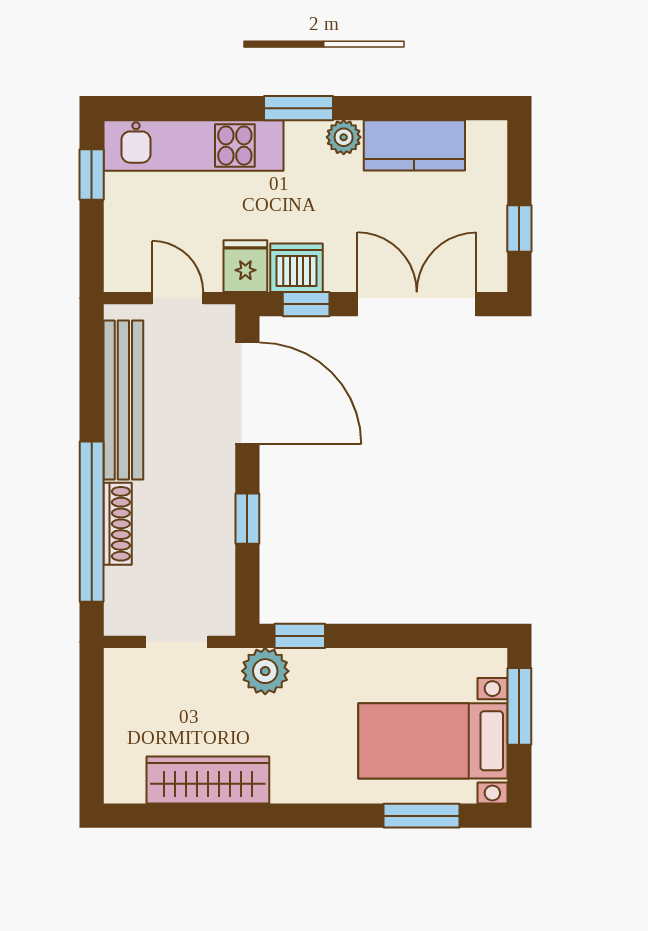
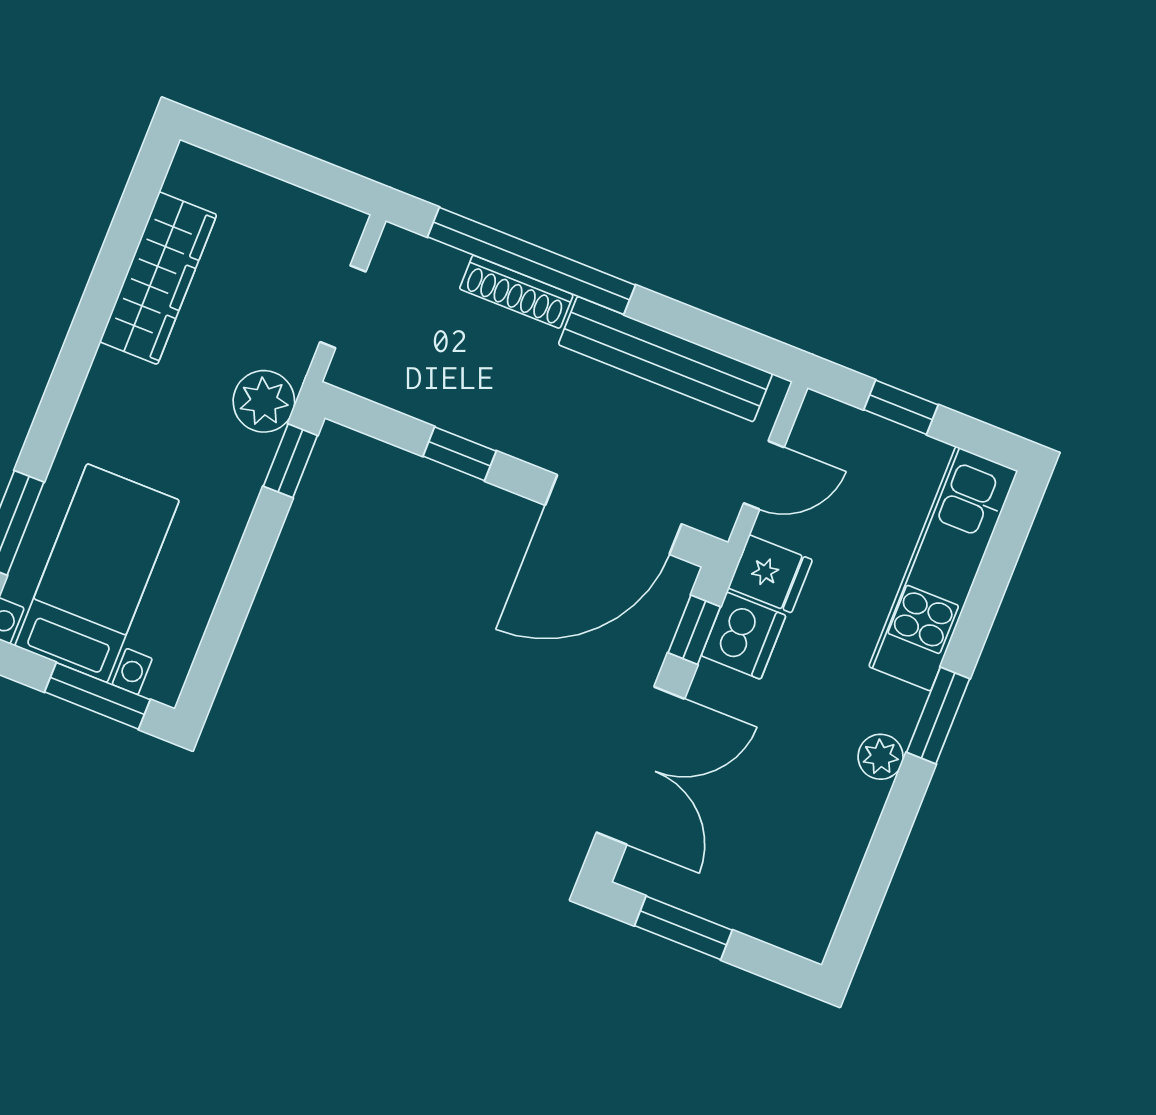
kitchen counter: (414, 145) -> (836, 840), removed
window: (92, 175) -> (901, 407), moved
window: (519, 228) -> (683, 928), width x1.50

